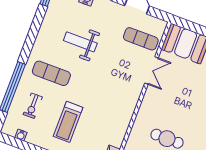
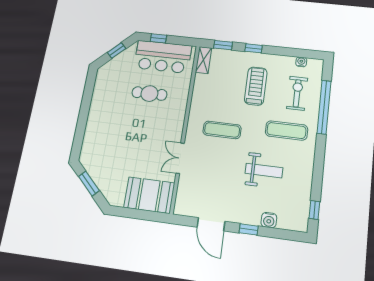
exercise mat: (141, 39) -> (222, 130), moved
exercise bike: (33, 106) -> (297, 93), width x1.38, depth x1.39

